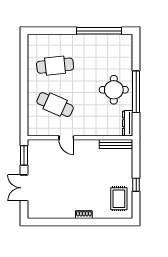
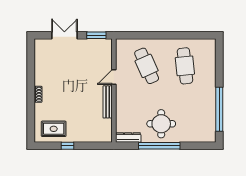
cafe table: (55, 105) -> (147, 66), turned -48
bench: (116, 144) -> (108, 102), moved

